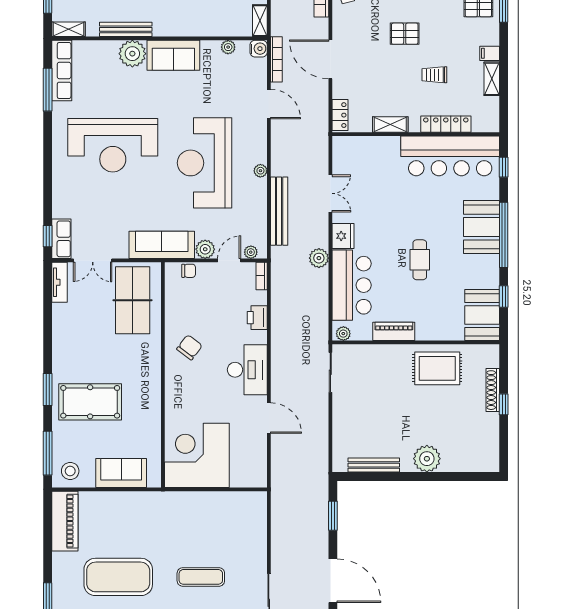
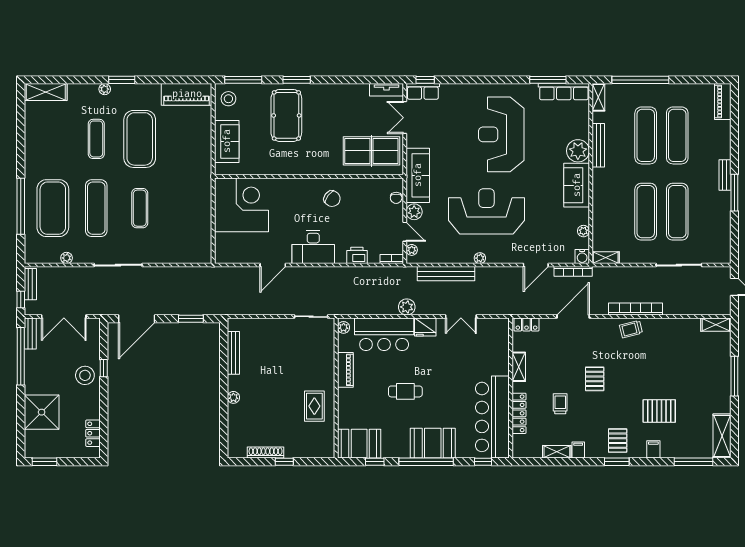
rug: (437, 368) -> (314, 406), width x0.73, depth x0.70
shoe rack: (493, 390) -> (266, 453), moved
plant: (427, 459) -> (233, 397), width x0.53, depth x0.53

